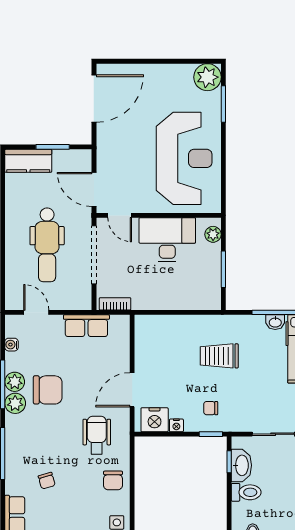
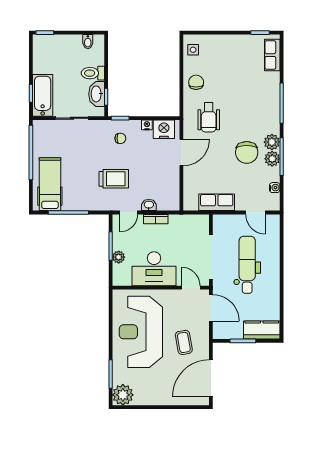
coffee table: (129, 145) -> (184, 342), added
plant: (213, 234) -> (119, 257), moved
bookcase: (115, 304) -> (156, 219), moved
door: (200, 312) -> (129, 213), added
washbasin: (275, 322) -> (149, 205), moved
chair: (48, 390) -> (247, 152), turned -90
chair: (47, 481) -> (247, 82), removed

